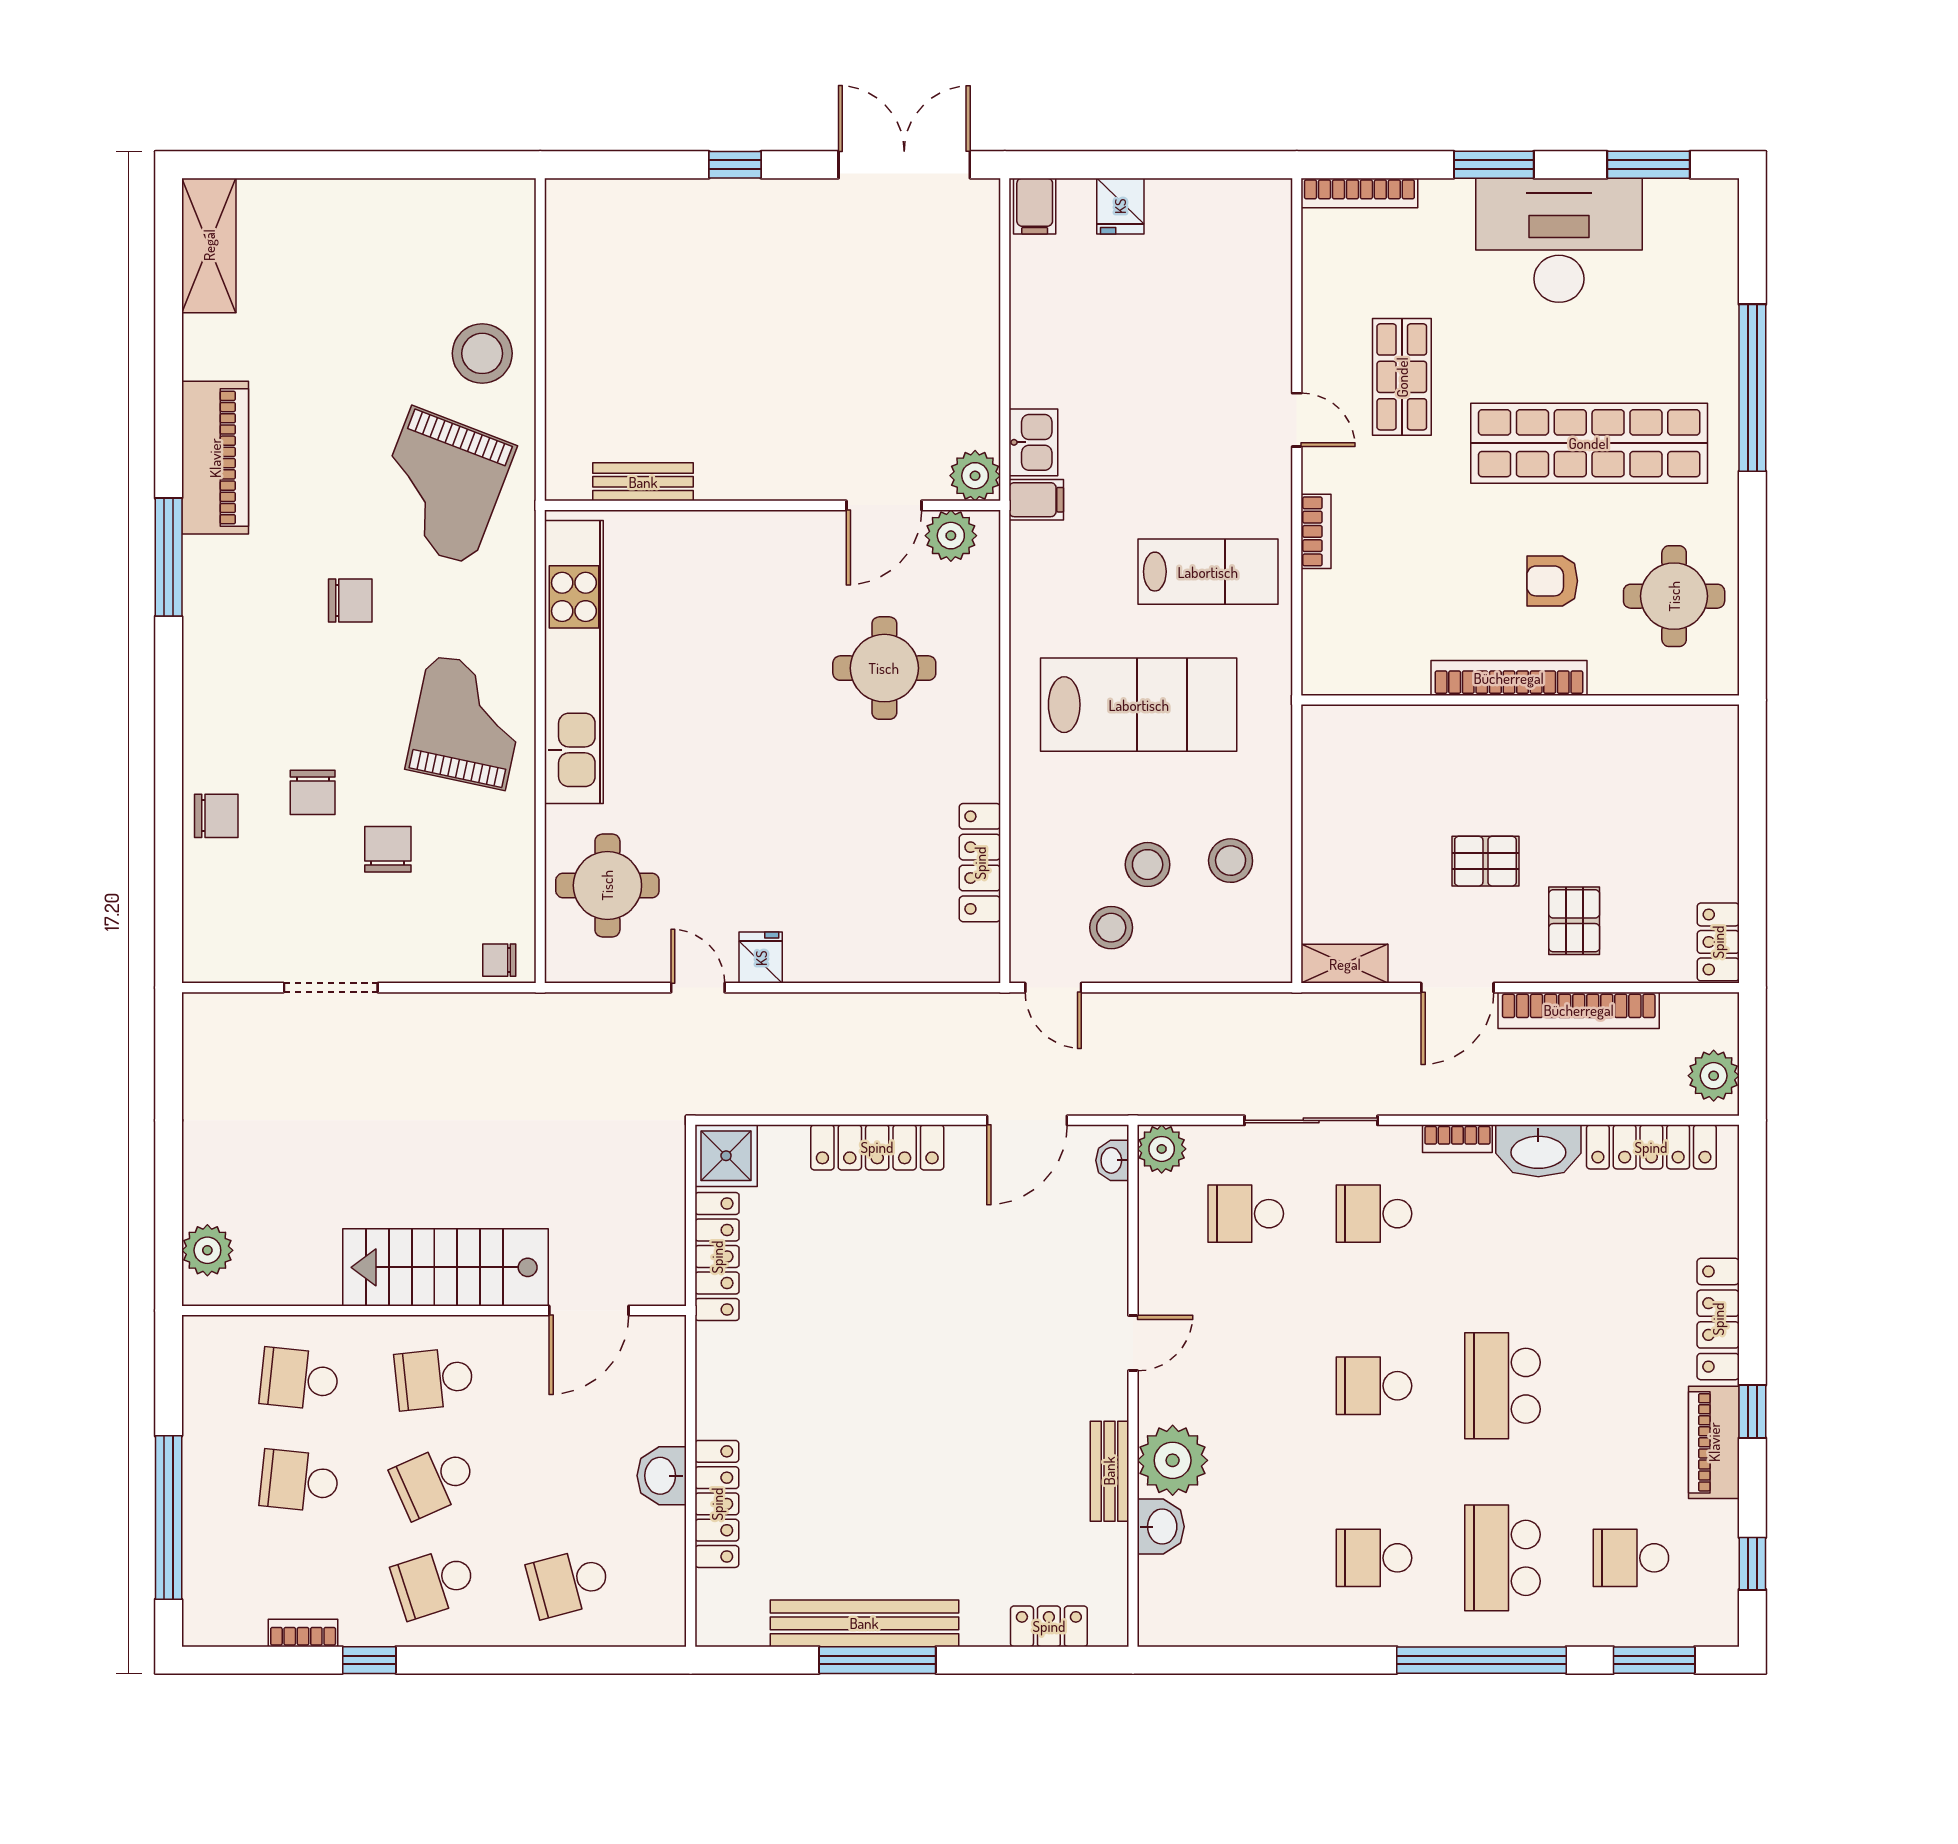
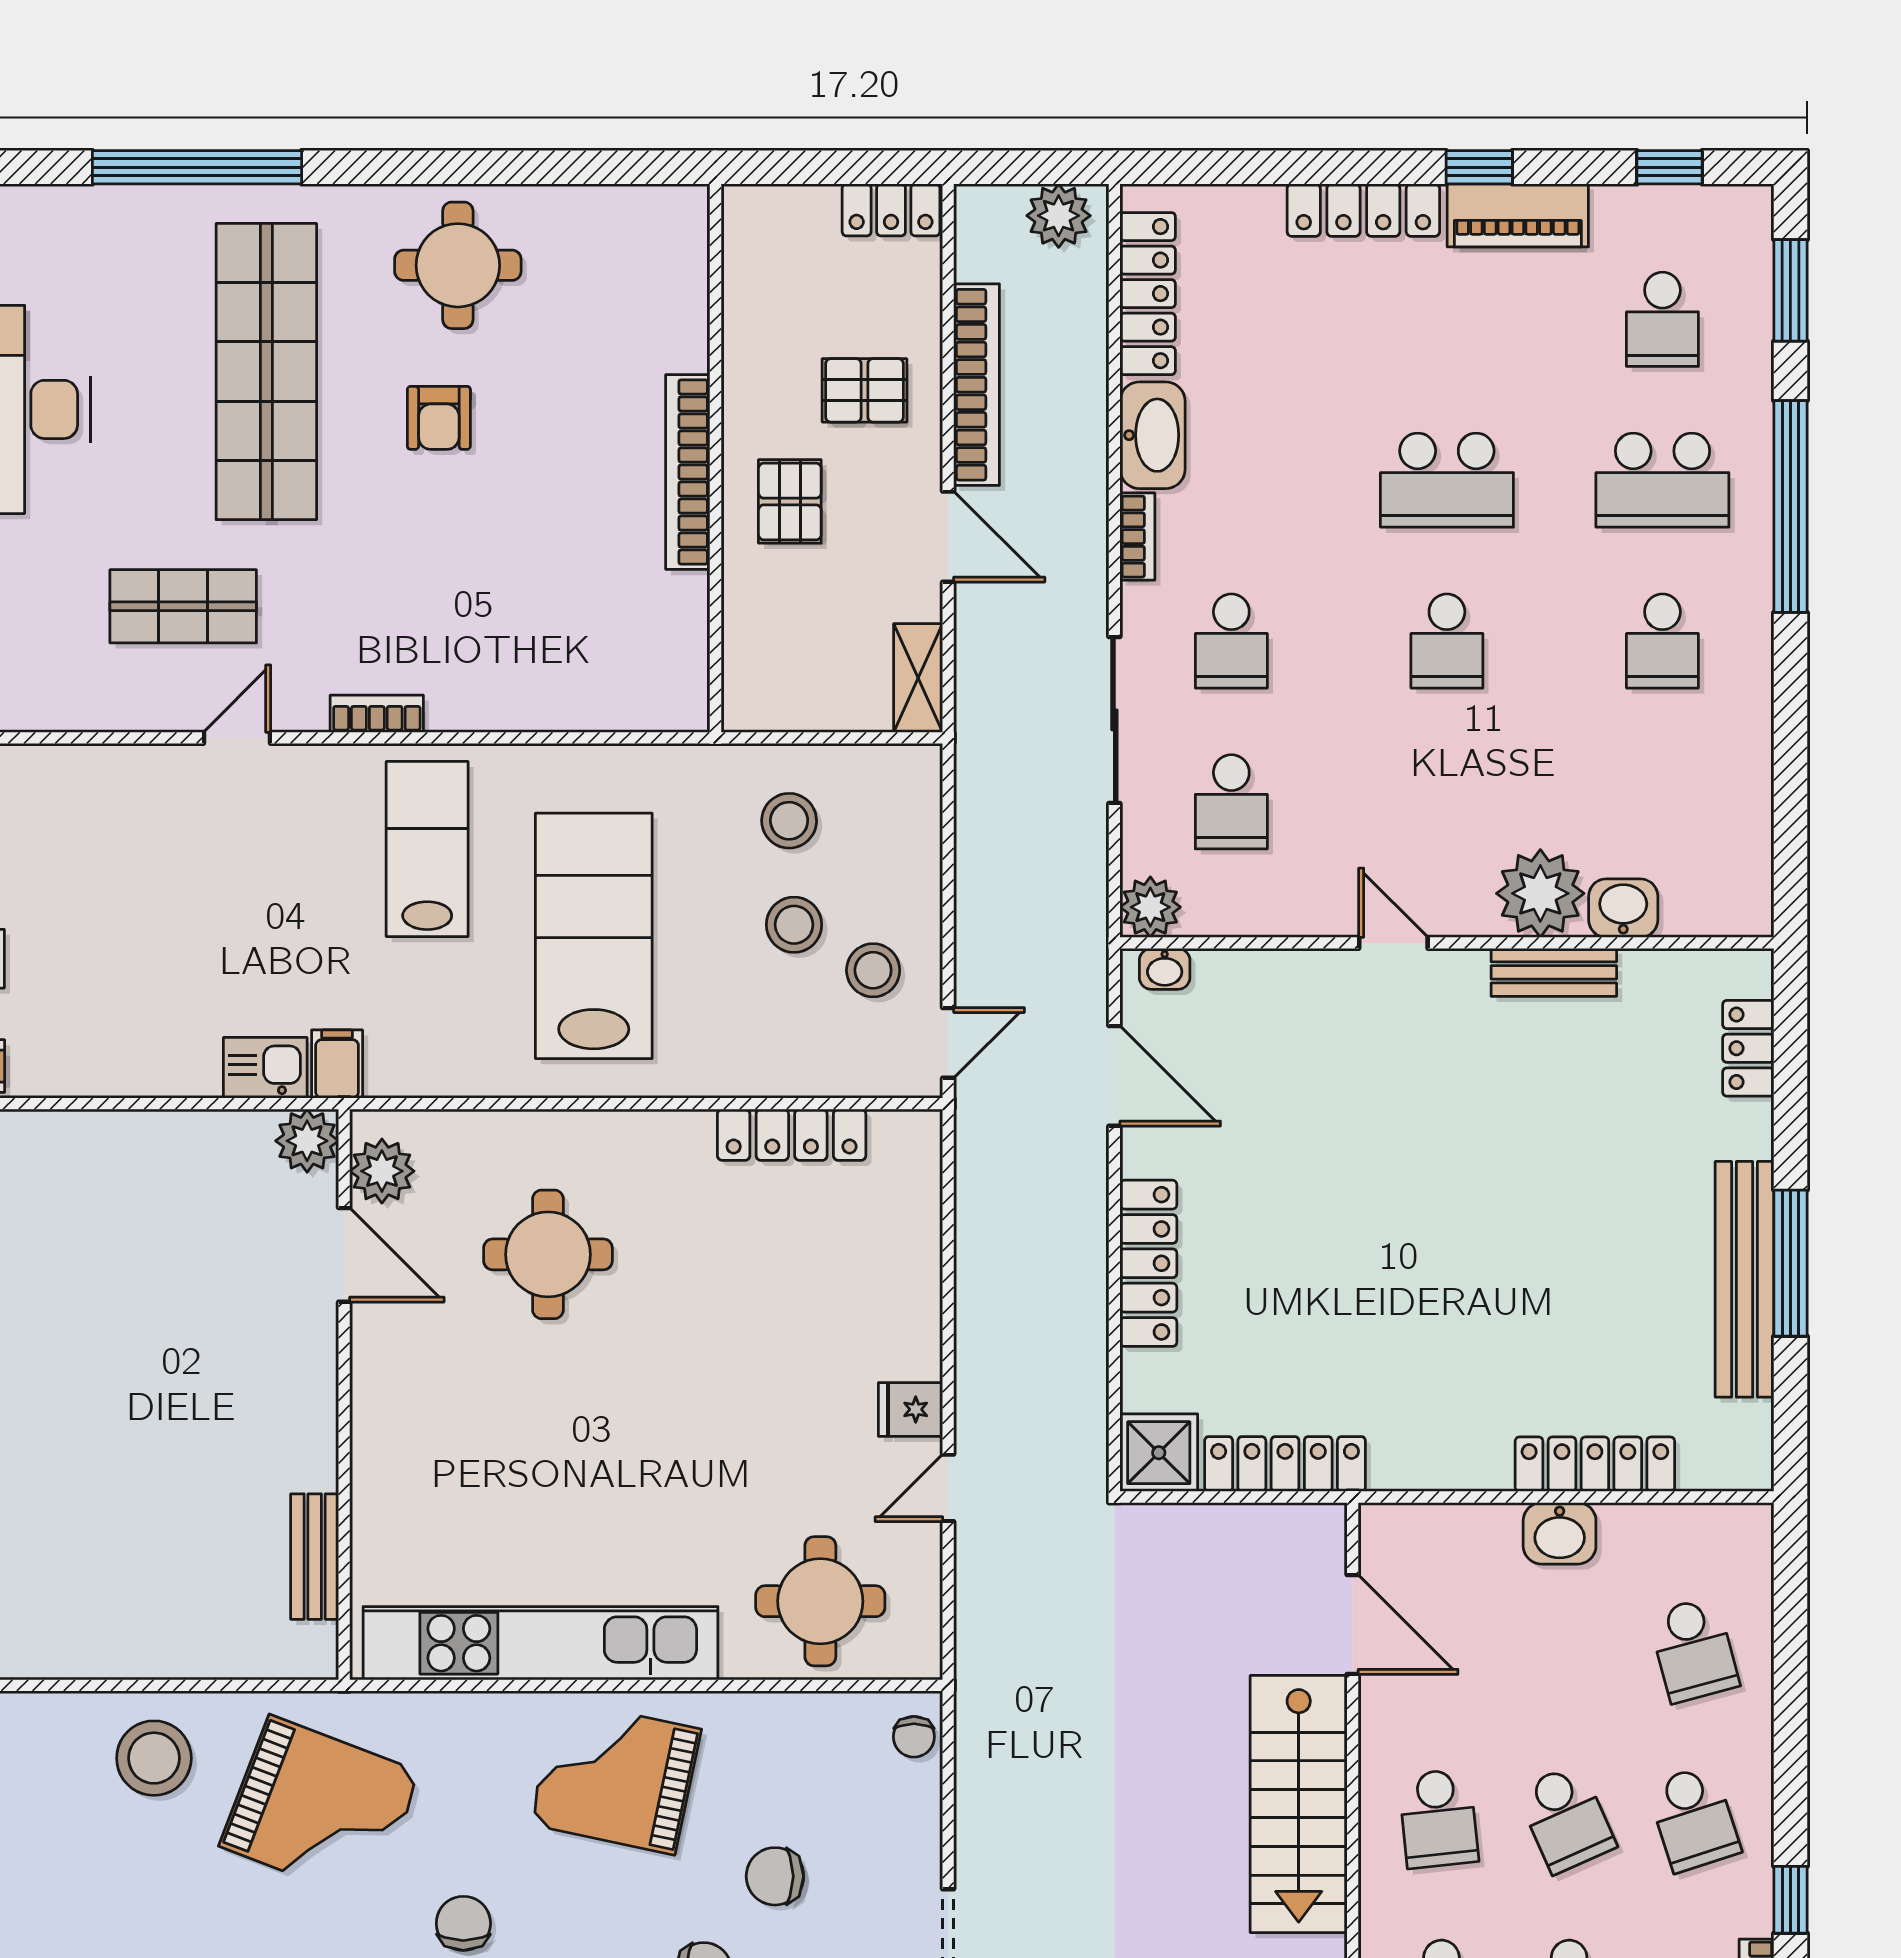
bookcase: (1509, 678) -> (688, 472), moved
wall: (1520, 700) -> (715, 458), moved

